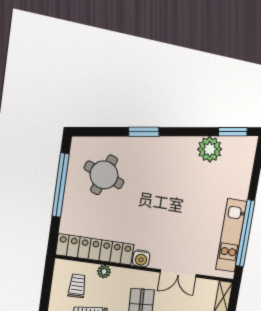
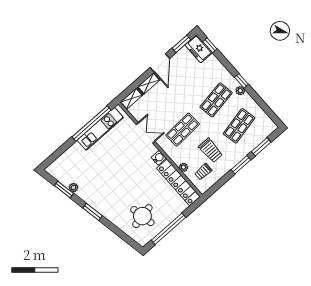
window: (144, 132) -> (93, 212), moved
window: (233, 132) -> (64, 189), moved
plant: (210, 149) -> (74, 188), width x0.53, depth x0.53
round table: (104, 175) -> (142, 216), turned -31

